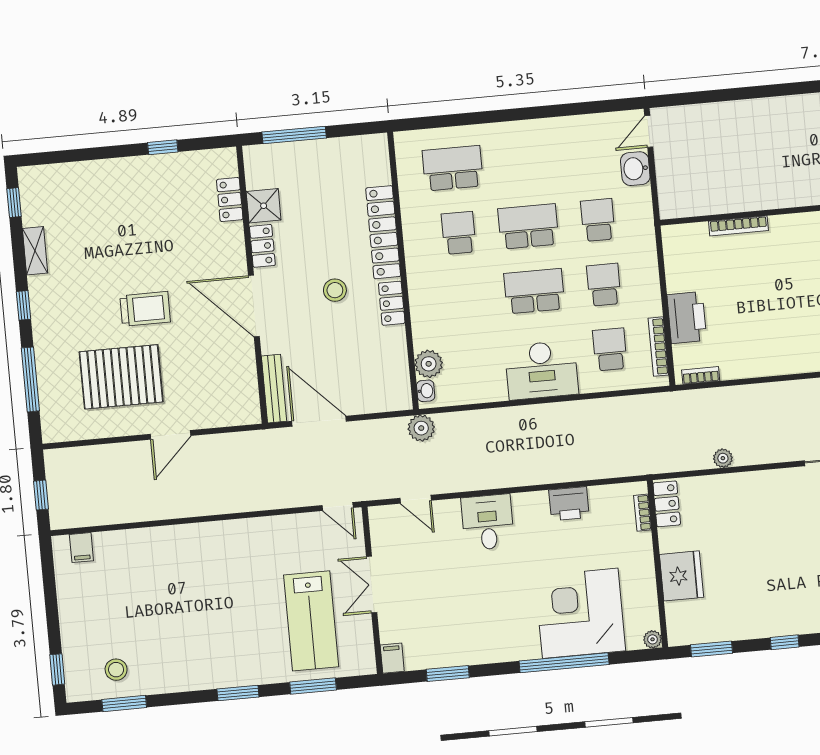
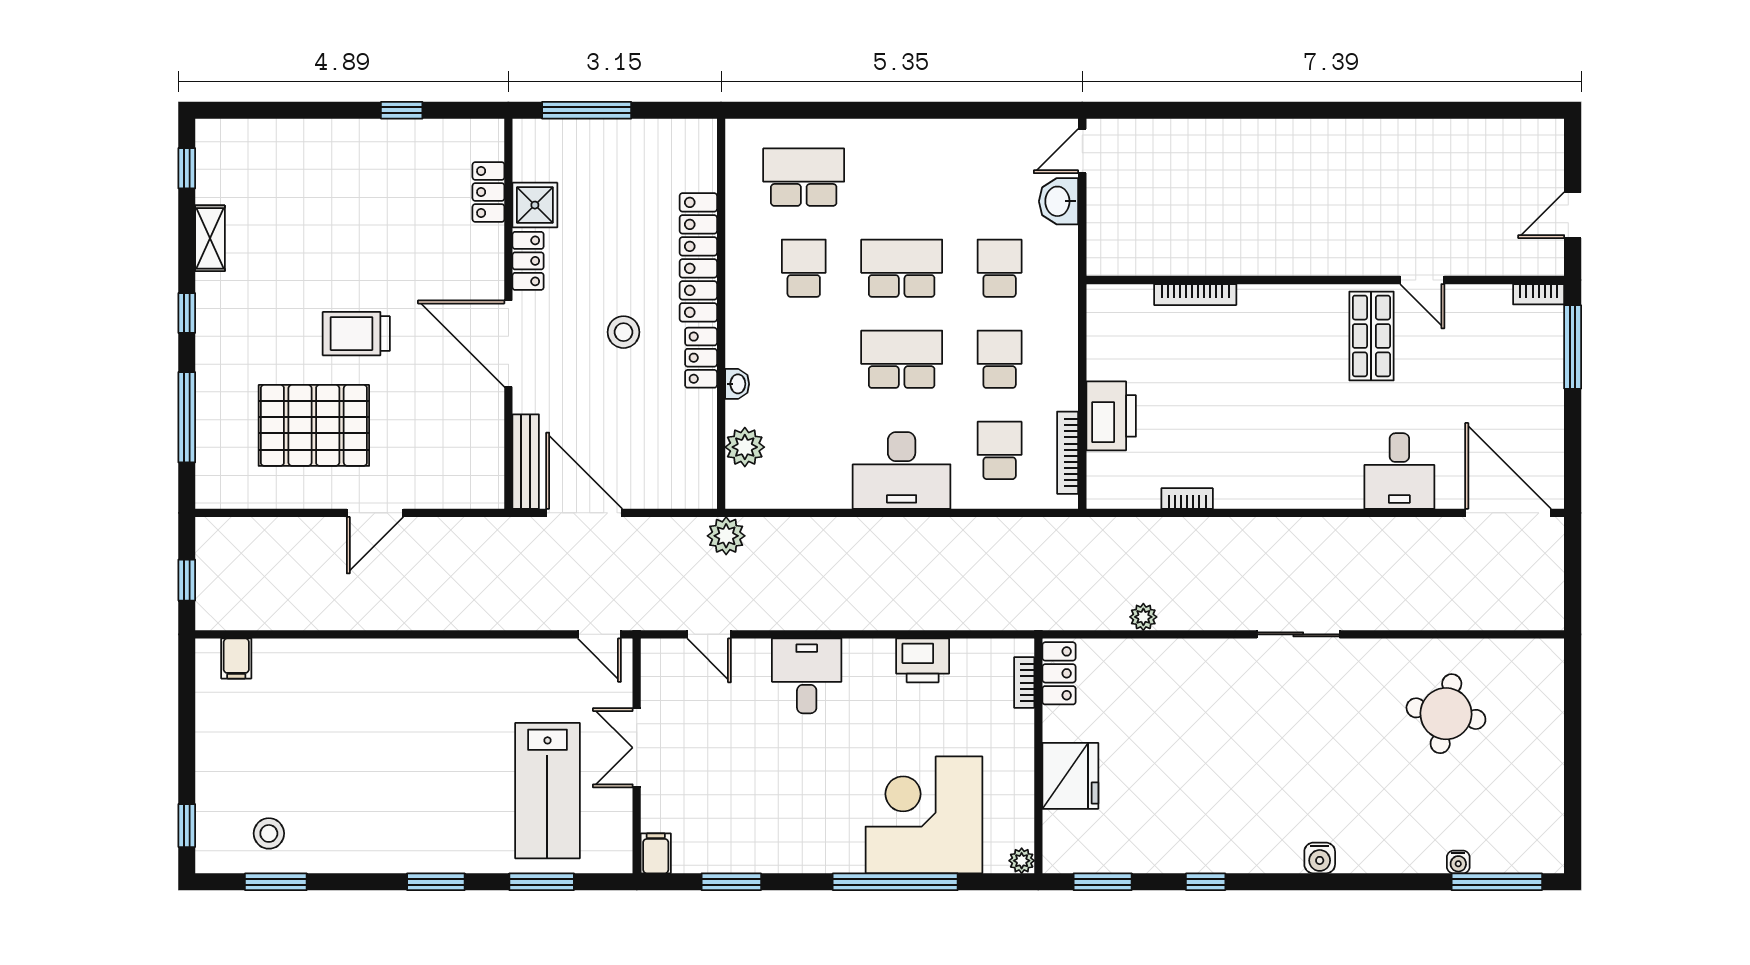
trolley: (145, 309) -> (356, 334), turned 180
bookcase: (701, 375) -> (1187, 499), moved
washbasin: (426, 391) -> (737, 384), moved

